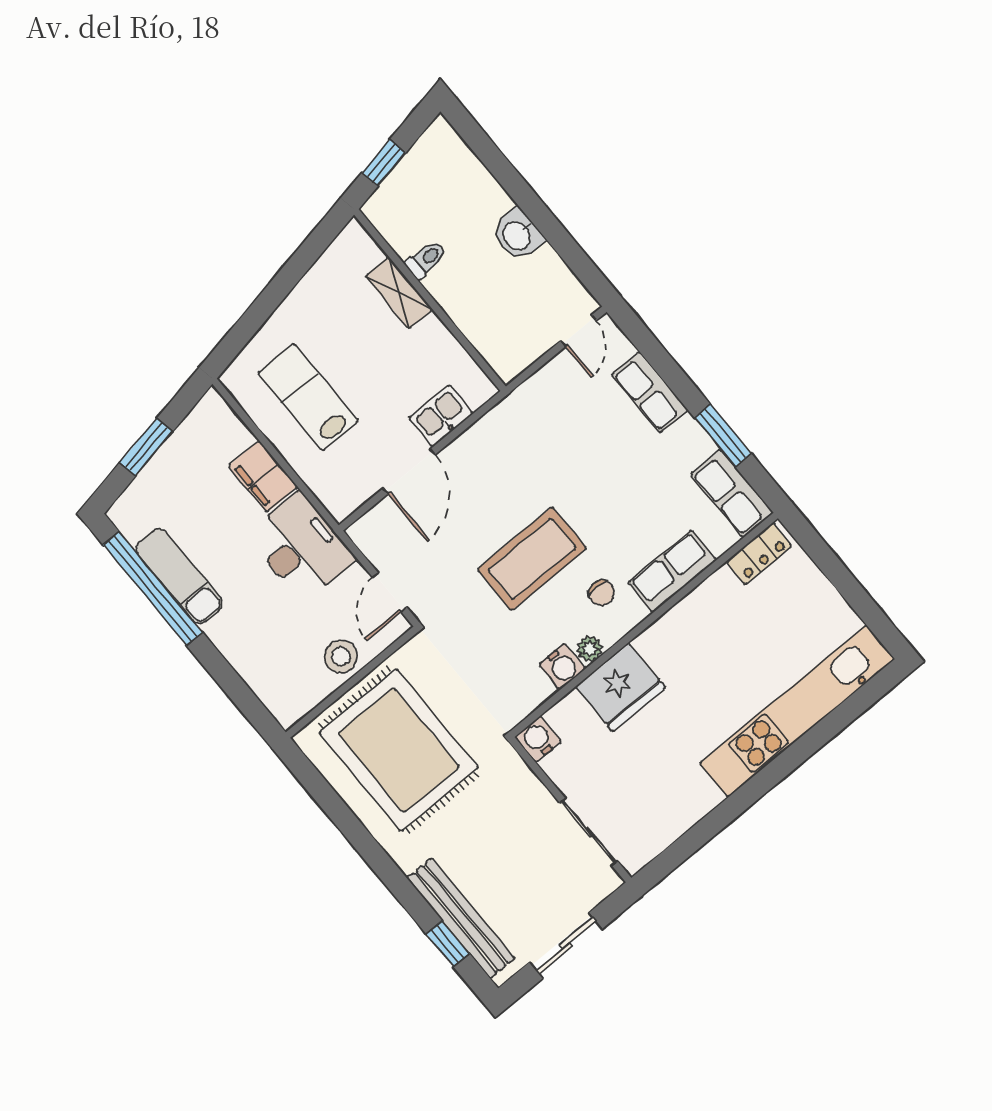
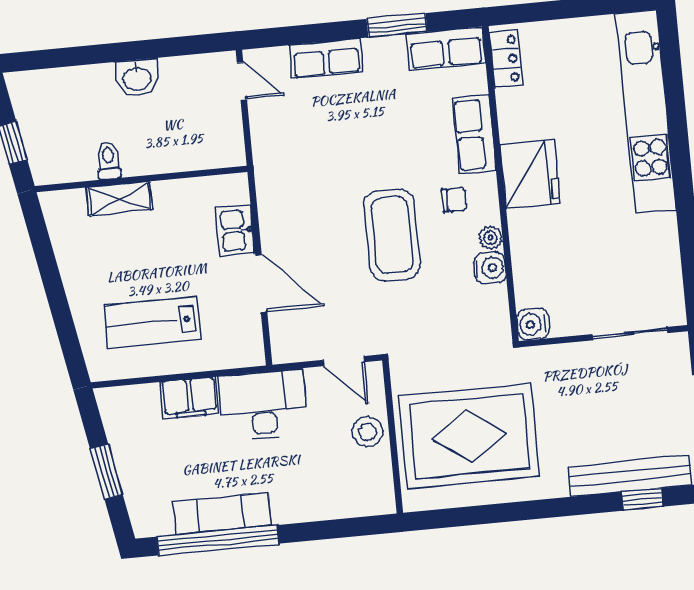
fridge: (620, 687) -> (530, 174), moved

